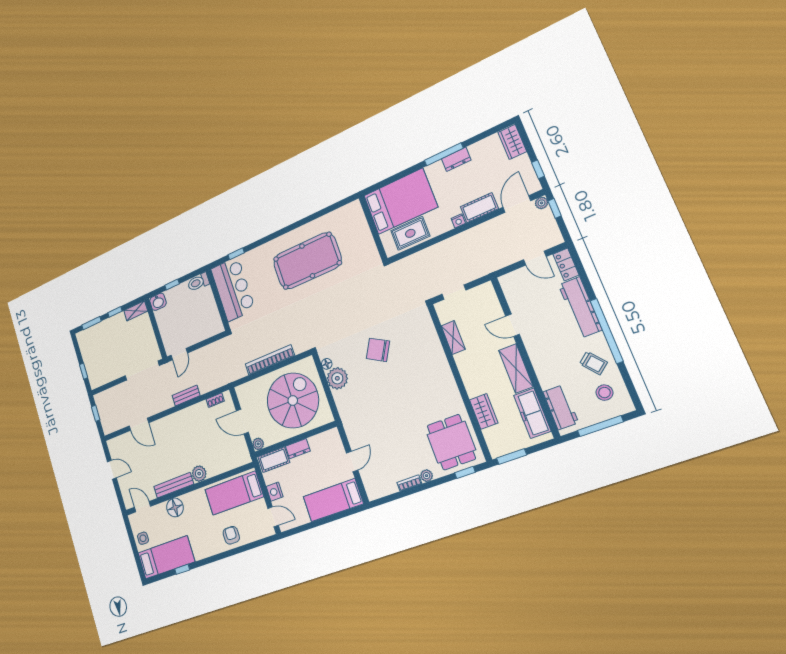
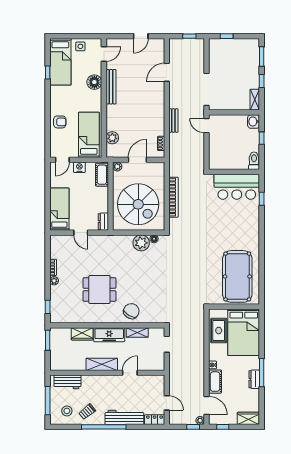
door: (535, 258) -> (167, 403), swing flipped
pool table: (307, 261) -> (237, 276), moved
chair: (378, 350) -> (131, 311), moved
freezer: (532, 413) -> (109, 335), moved, turned 180
dining table: (451, 442) -> (99, 289), moved
dresser: (298, 449) -> (103, 222), moved
plant: (199, 474) -> (112, 138), moved

